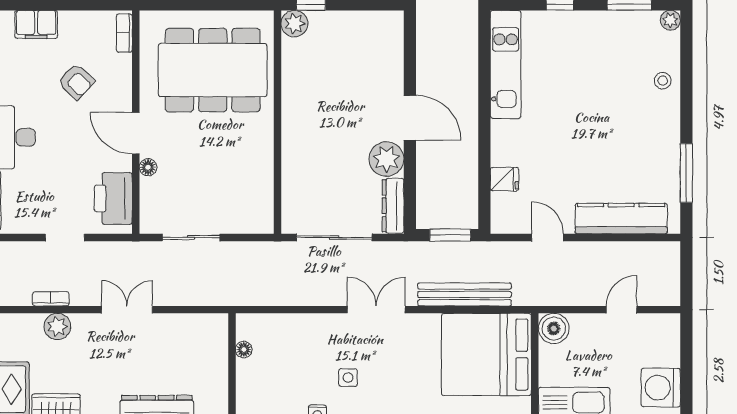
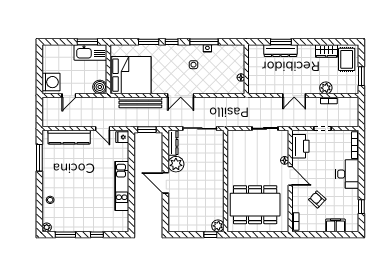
kitchen unit: (506, 64) -> (122, 186), moved
fridge: (504, 179) -> (122, 137), moved
washing machine: (661, 388) -> (51, 82), moved

